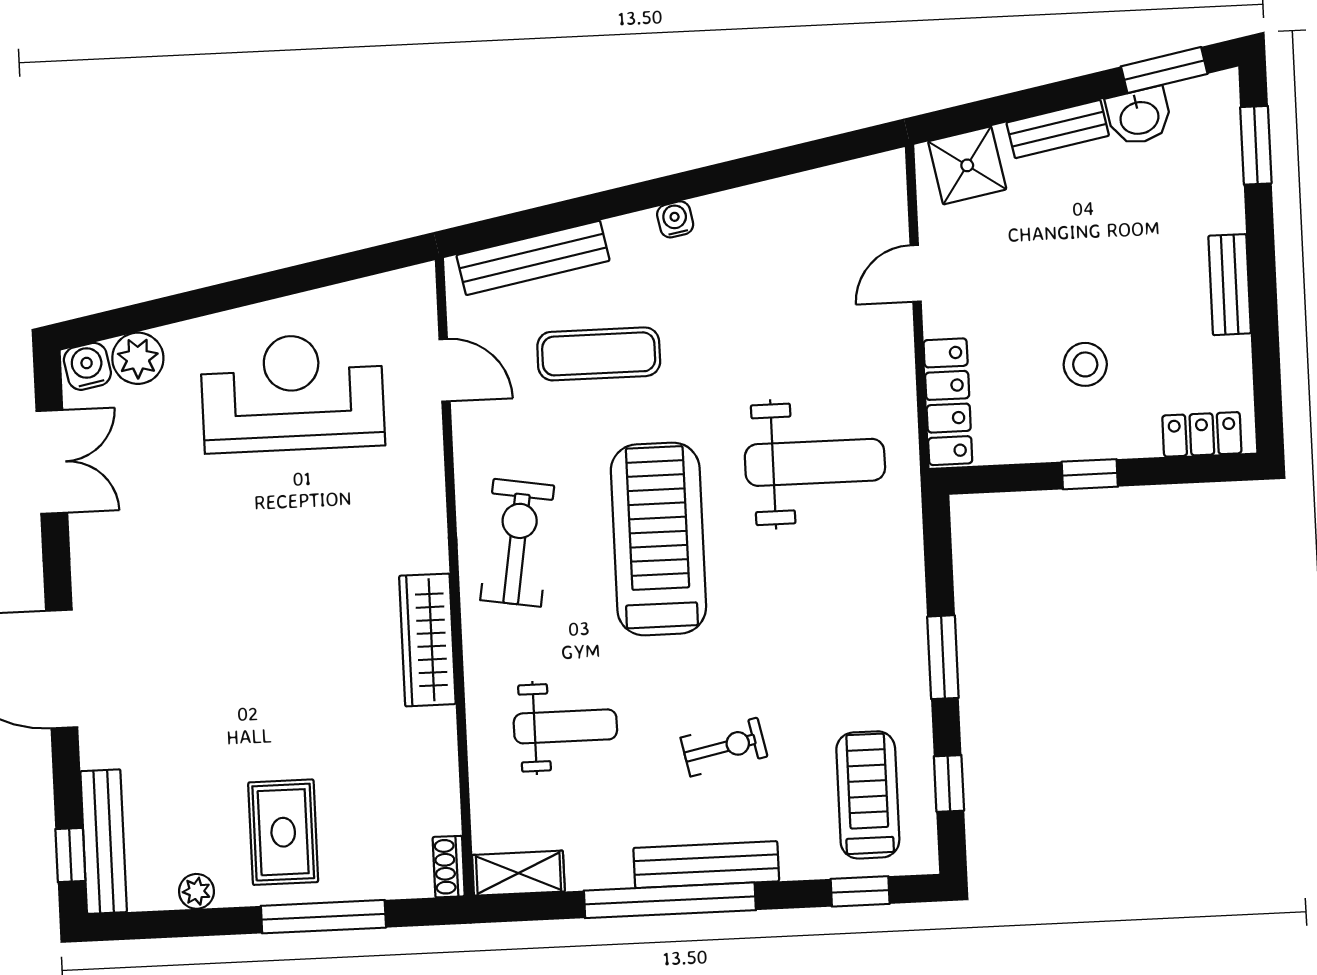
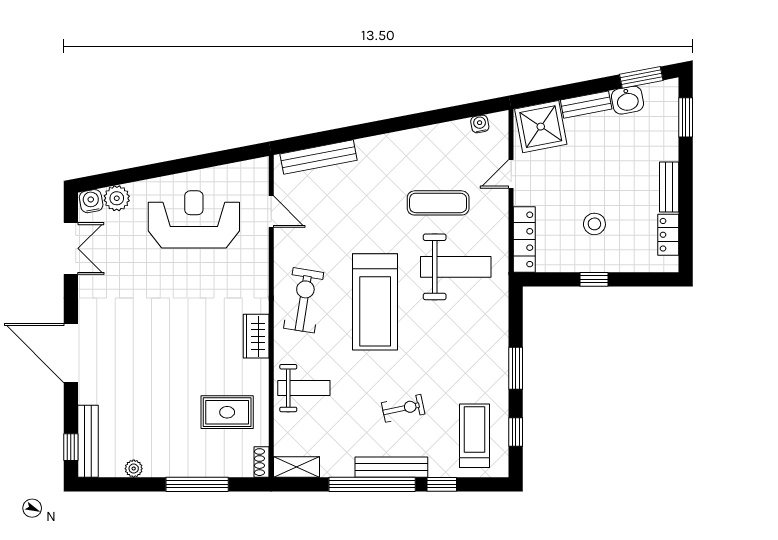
shower: (967, 165) -> (541, 127), width x1.36, depth x1.36
water cooler: (675, 219) -> (480, 124), moved
exercise mat: (599, 354) -> (438, 203), moved
locker: (1202, 434) -> (668, 235), moved, turned -90
treadmill: (658, 539) -> (375, 302), turned 180
wardrobe: (427, 640) -> (256, 336), width x0.67
weight bench: (565, 726) -> (304, 388), moved
rug: (283, 832) -> (227, 412), moved, turned 90
window: (860, 891) -> (442, 484), moved

